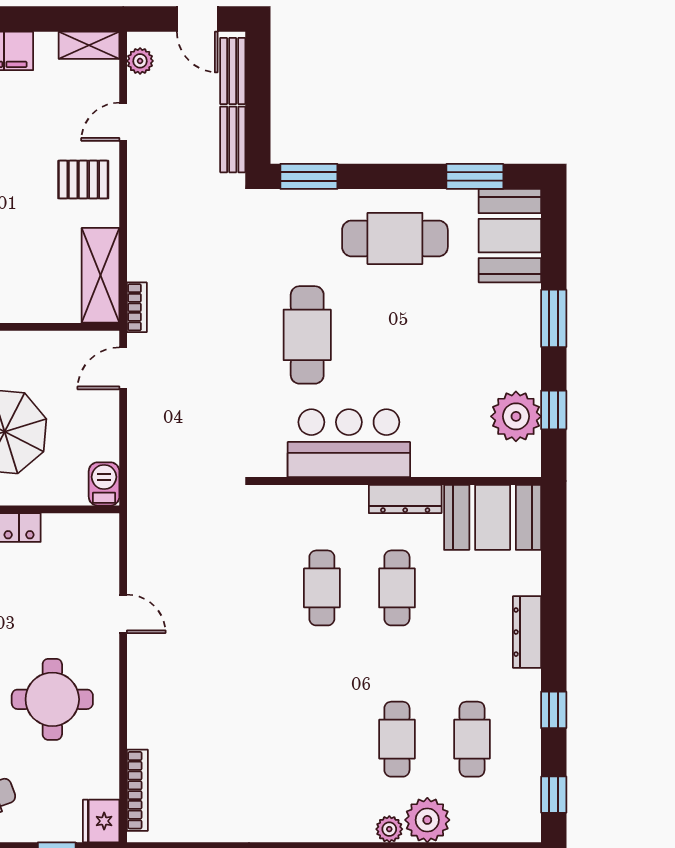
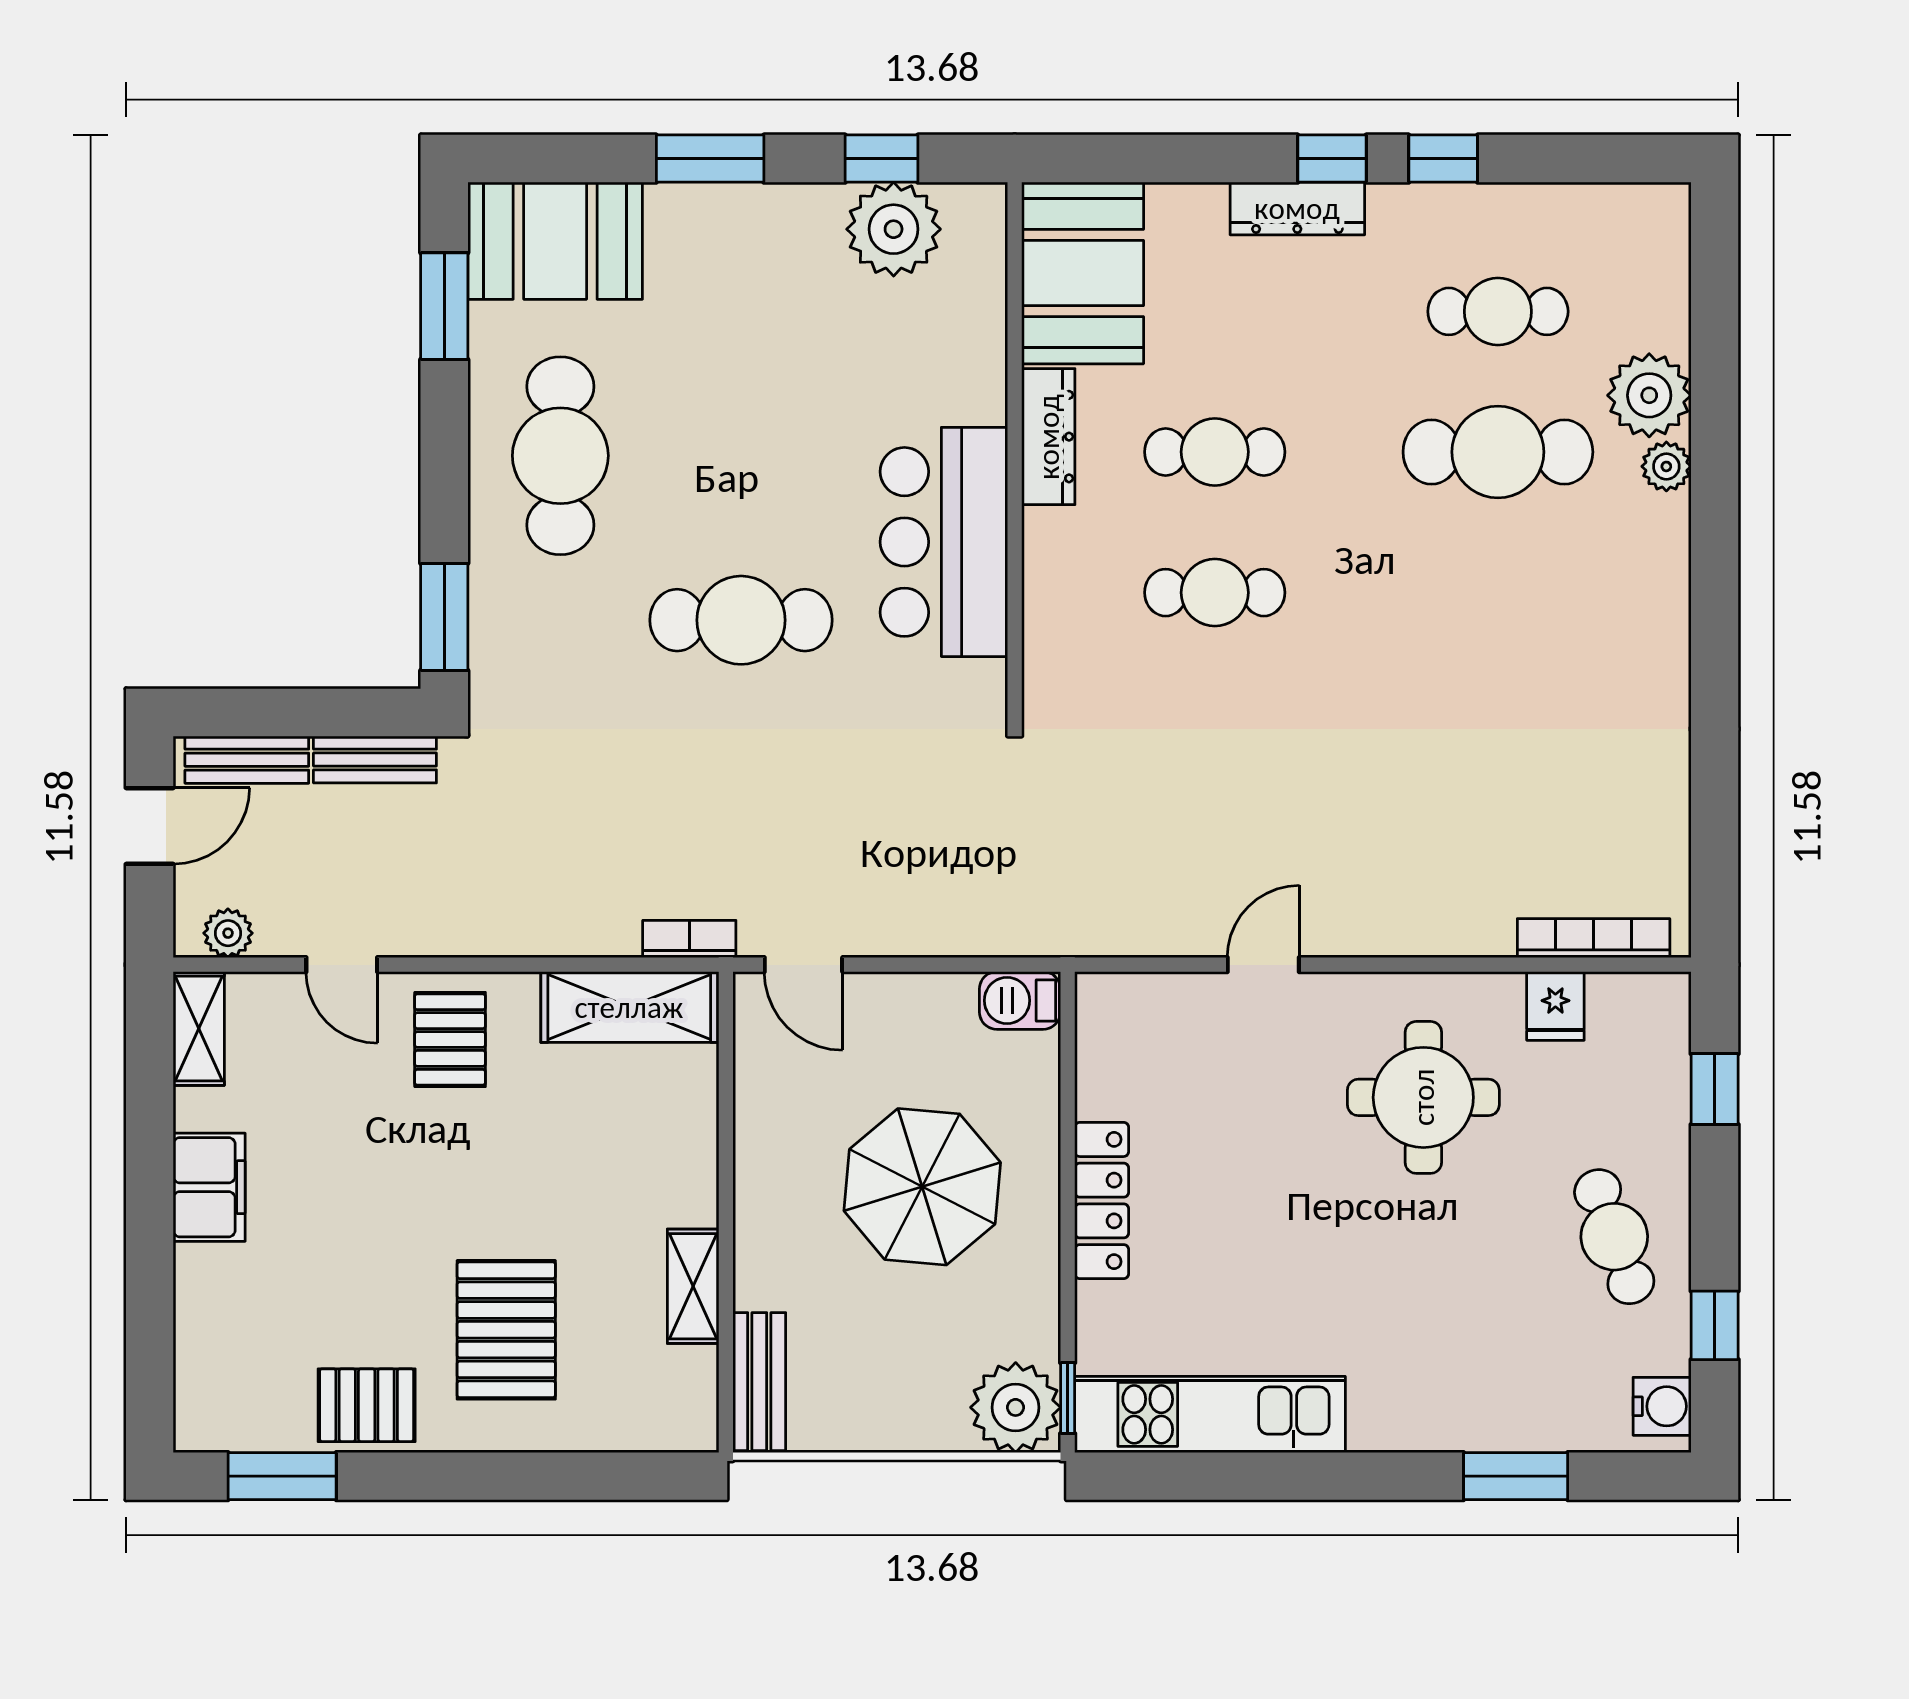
cafe table: (397, 739) -> (1498, 452), width x1.37, depth x1.35
window: (554, 795) -> (1332, 159), moved
fridge: (101, 821) -> (1555, 1006), moved, width x0.72

